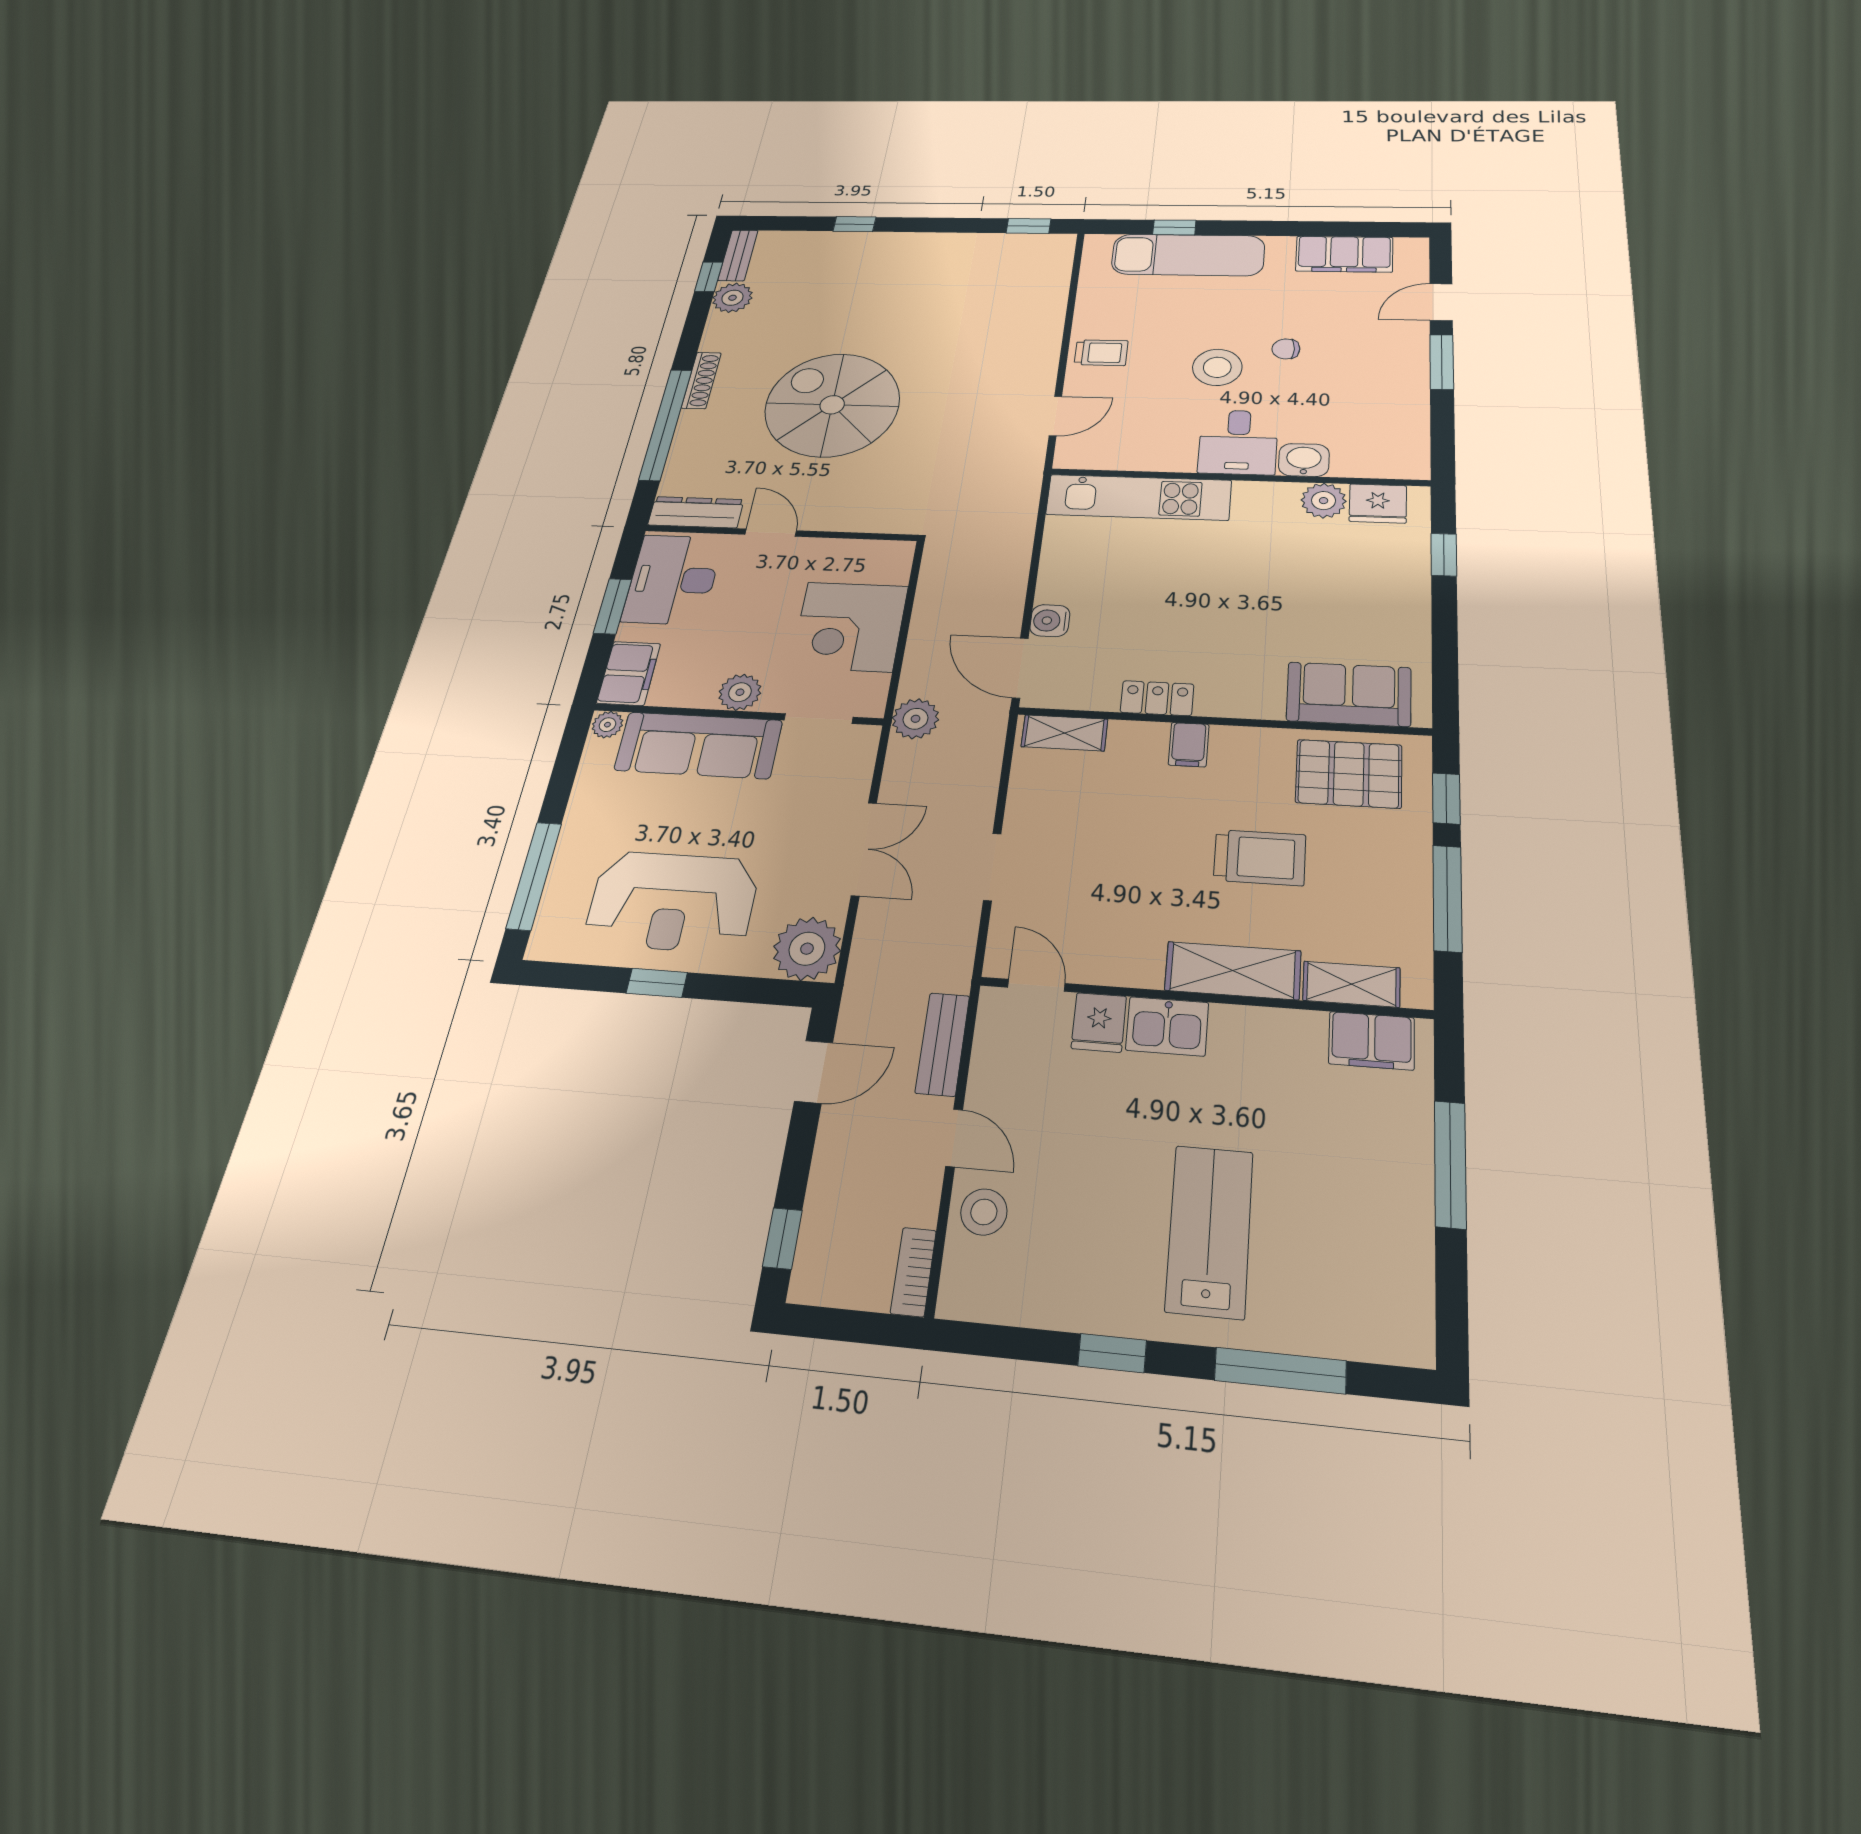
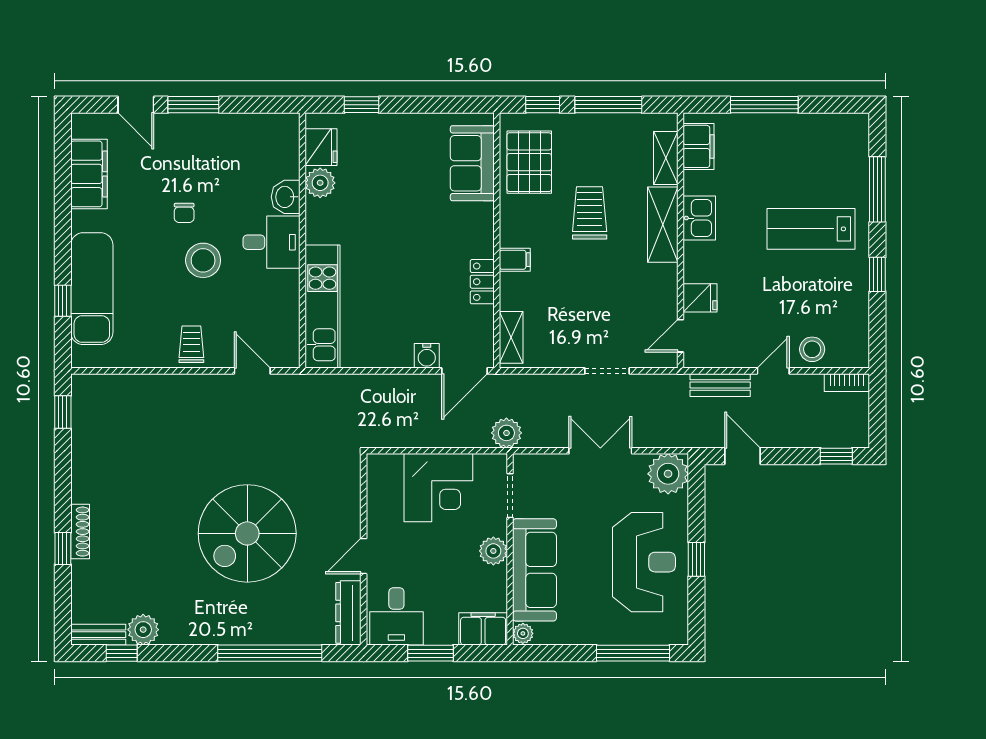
shoe rack: (701, 380) -> (80, 532), moved, turned 90
desk: (673, 579) -> (396, 616), width x0.73
kitchen sink: (1167, 1026) -> (699, 218), moved

